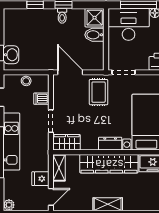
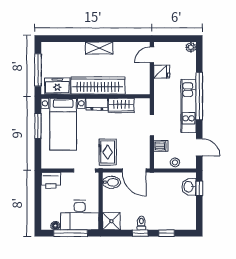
bidet: (94, 35) -> (111, 182), moved
wardrobe: (67, 142) -> (121, 105), moved
shelving: (59, 168) -> (144, 82), removed

